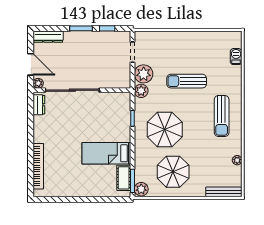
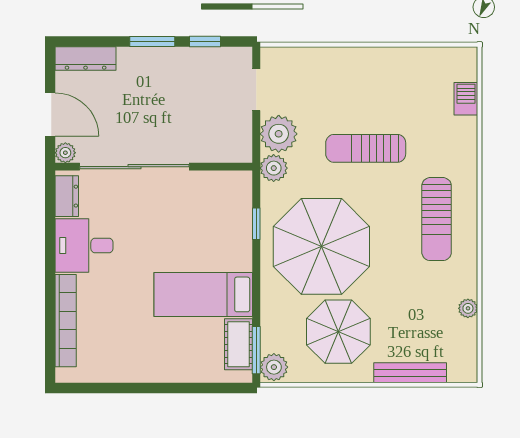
desk: (47, 129) -> (84, 246), added
parasol: (165, 130) -> (321, 246), width x1.36, depth x1.36
bench: (224, 192) -> (410, 373), moved

